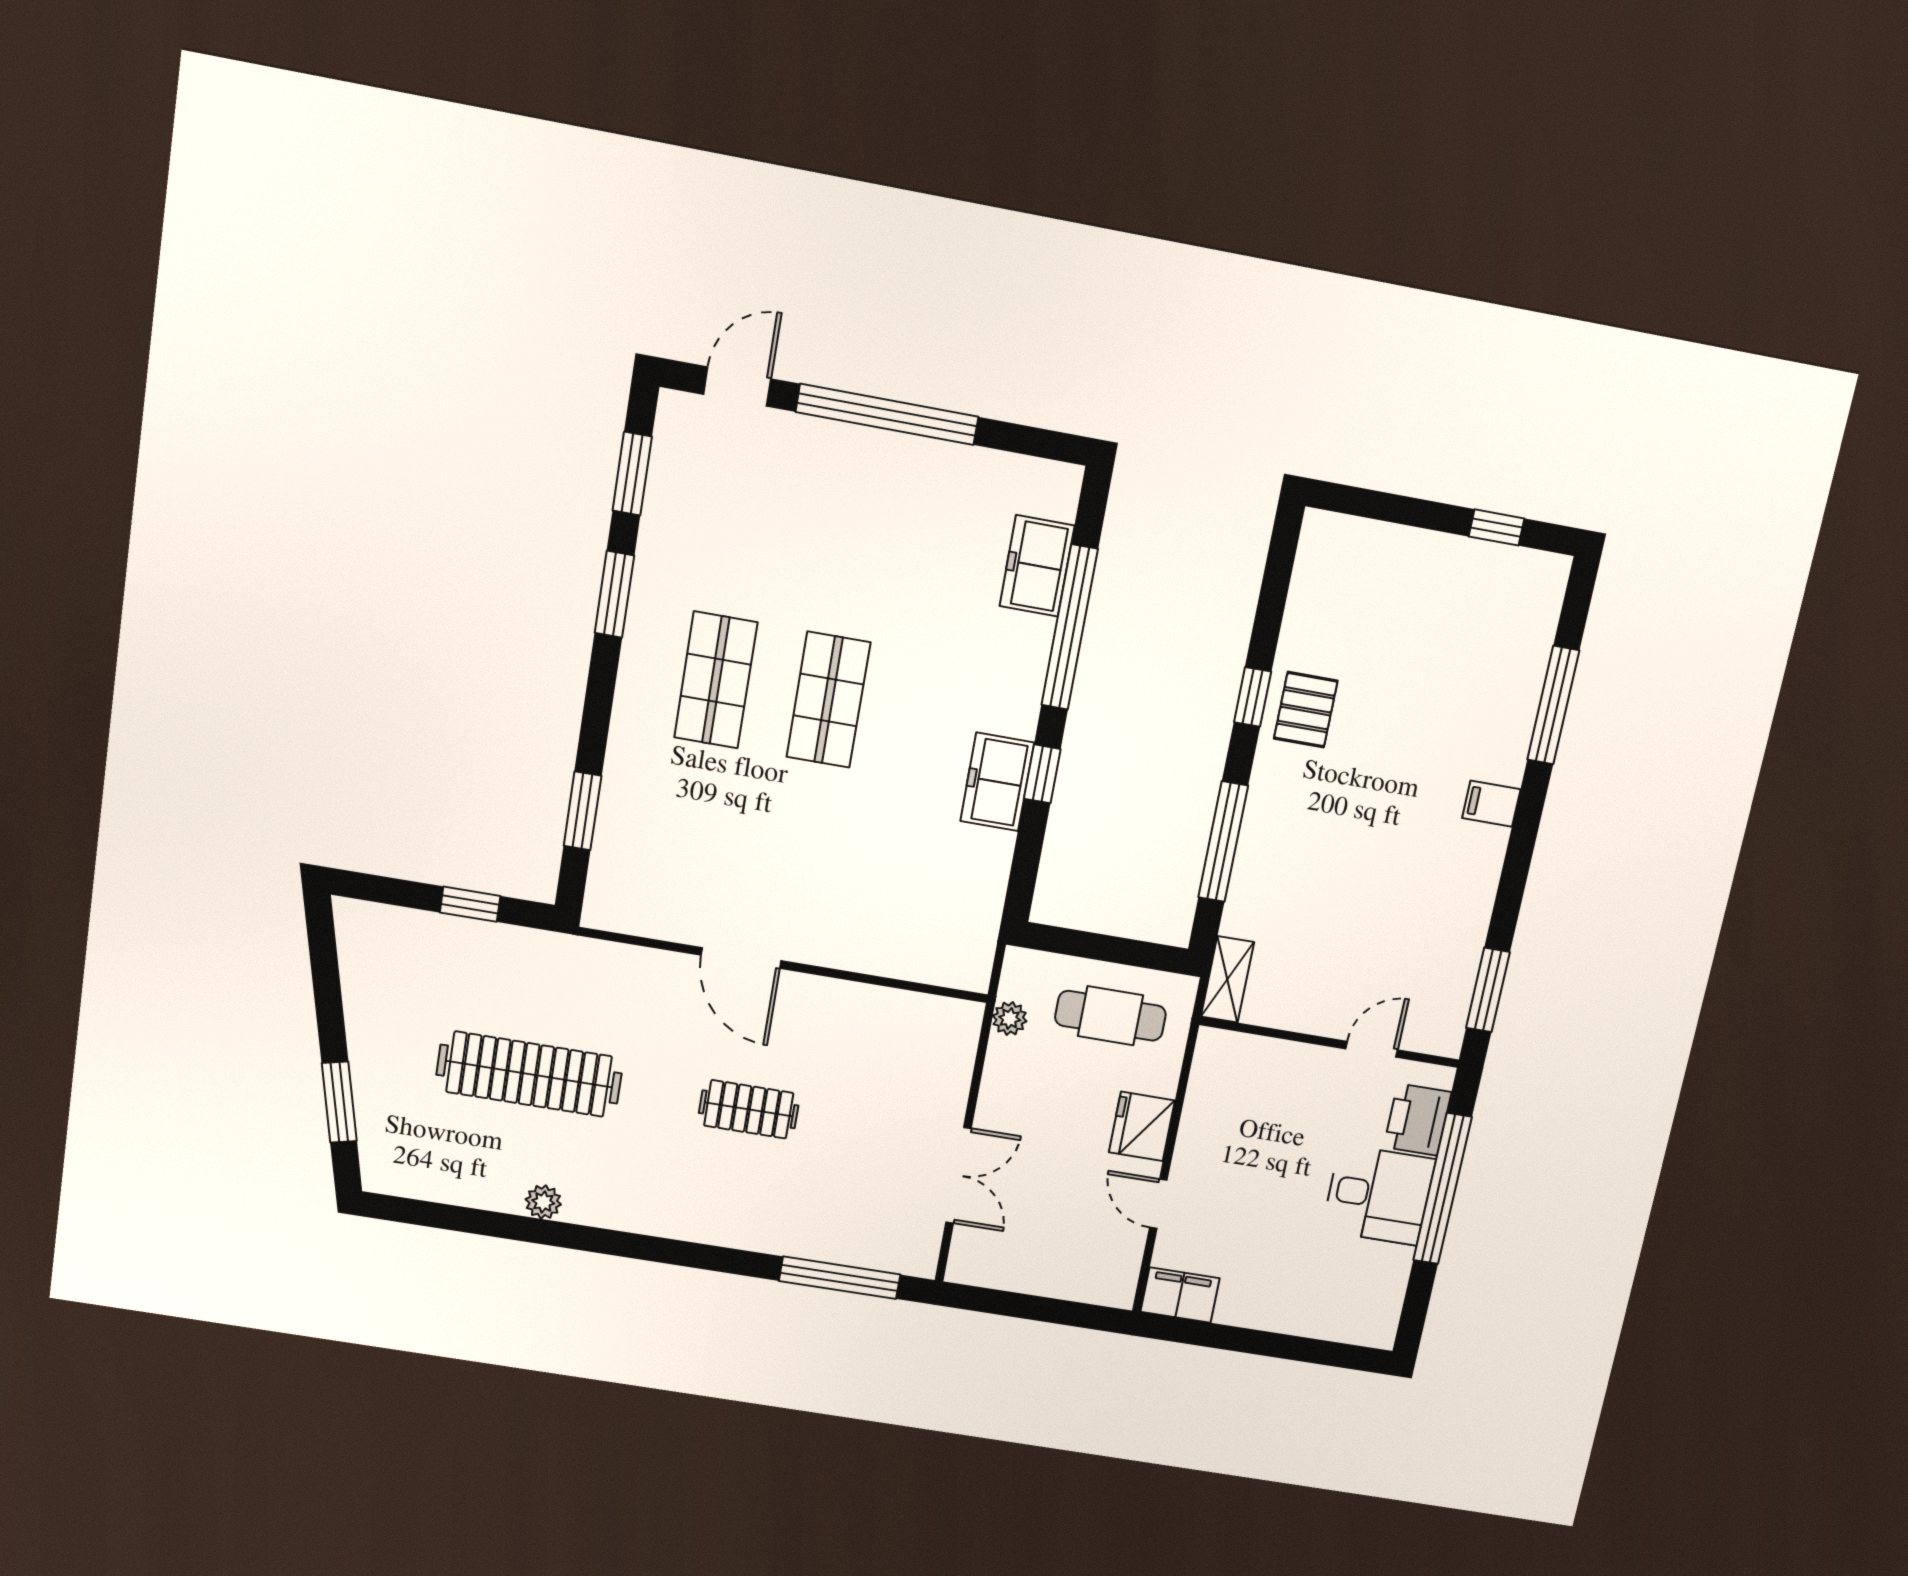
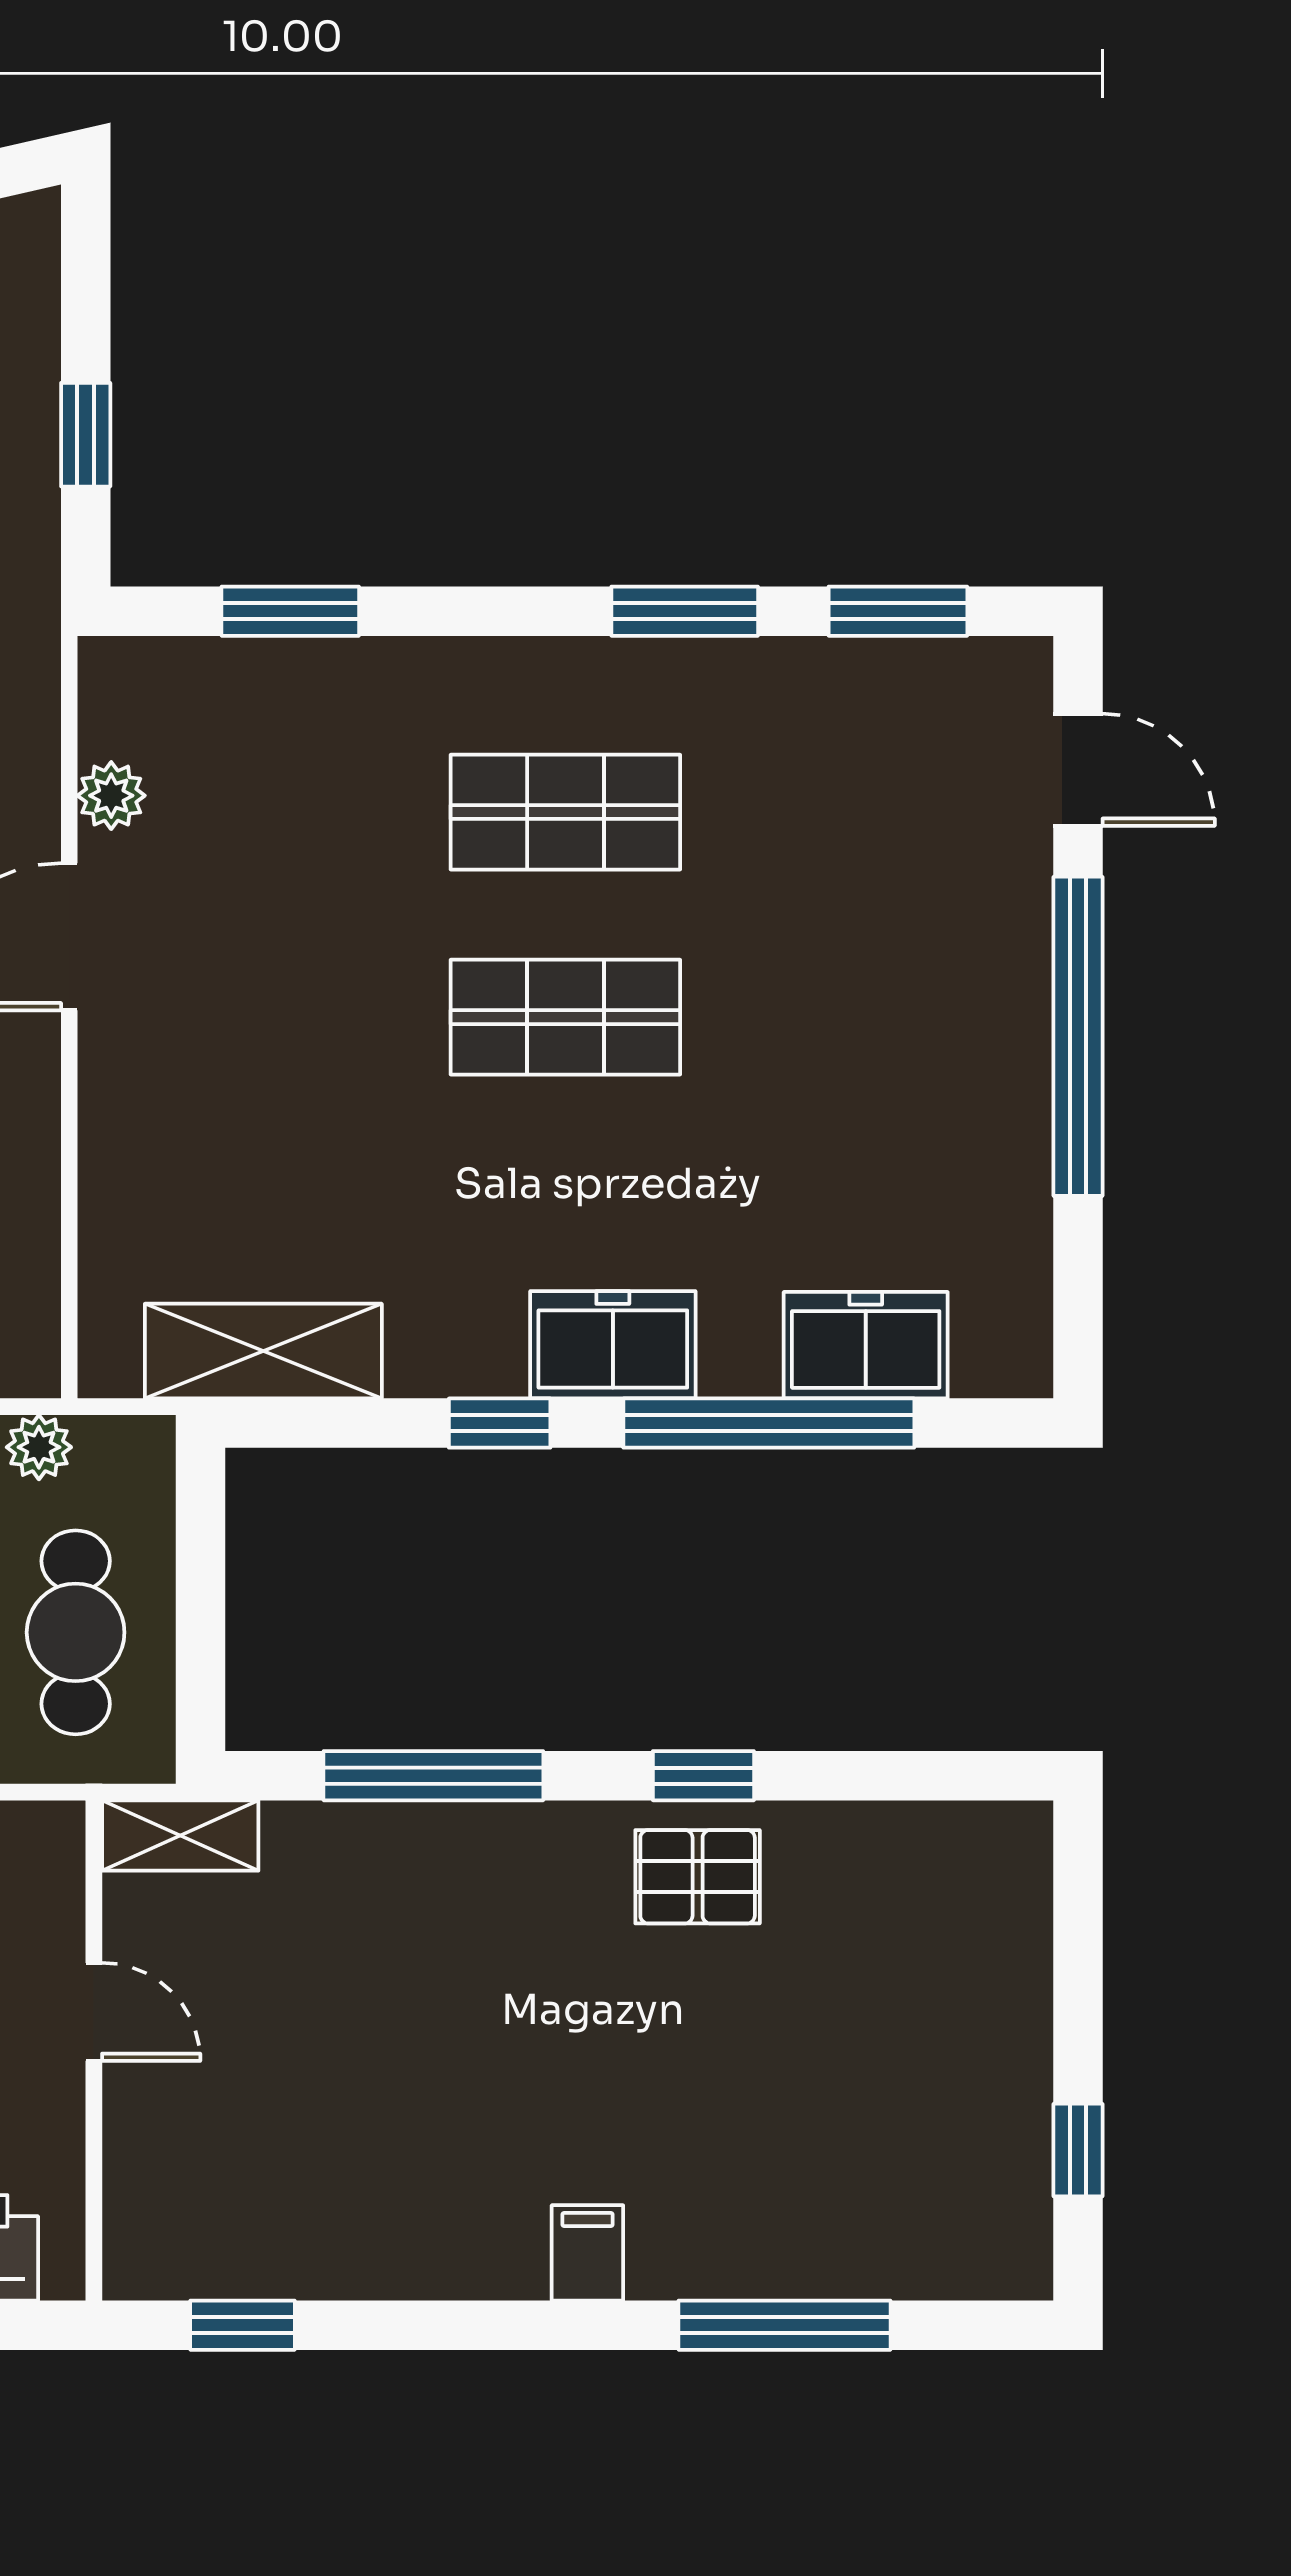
freezer: (997, 782) -> (613, 1345), moved
shelving: (980, 893) -> (263, 1351), added
plant: (668, 923) -> (111, 796), added
window: (1488, 990) -> (243, 2325), width x0.67
door: (1372, 1049) -> (94, 2012), moved

